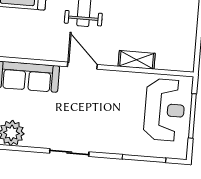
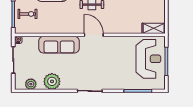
shelving: (137, 60) -> (154, 28), moved

